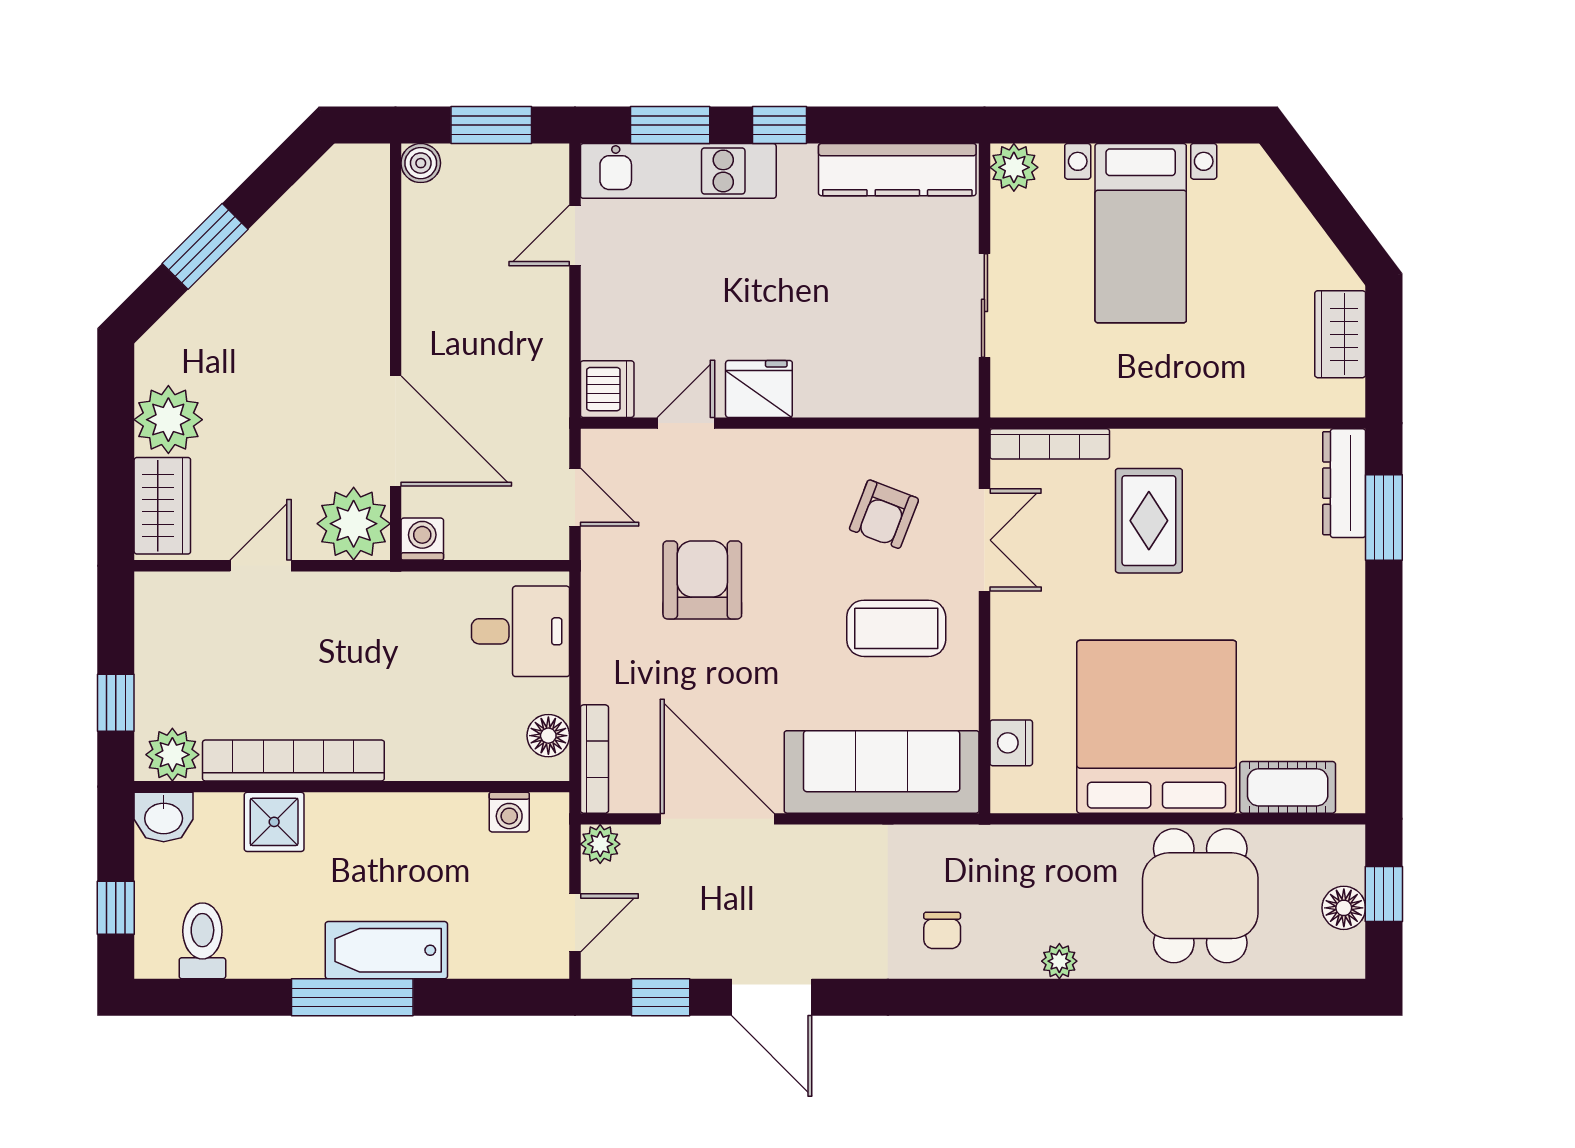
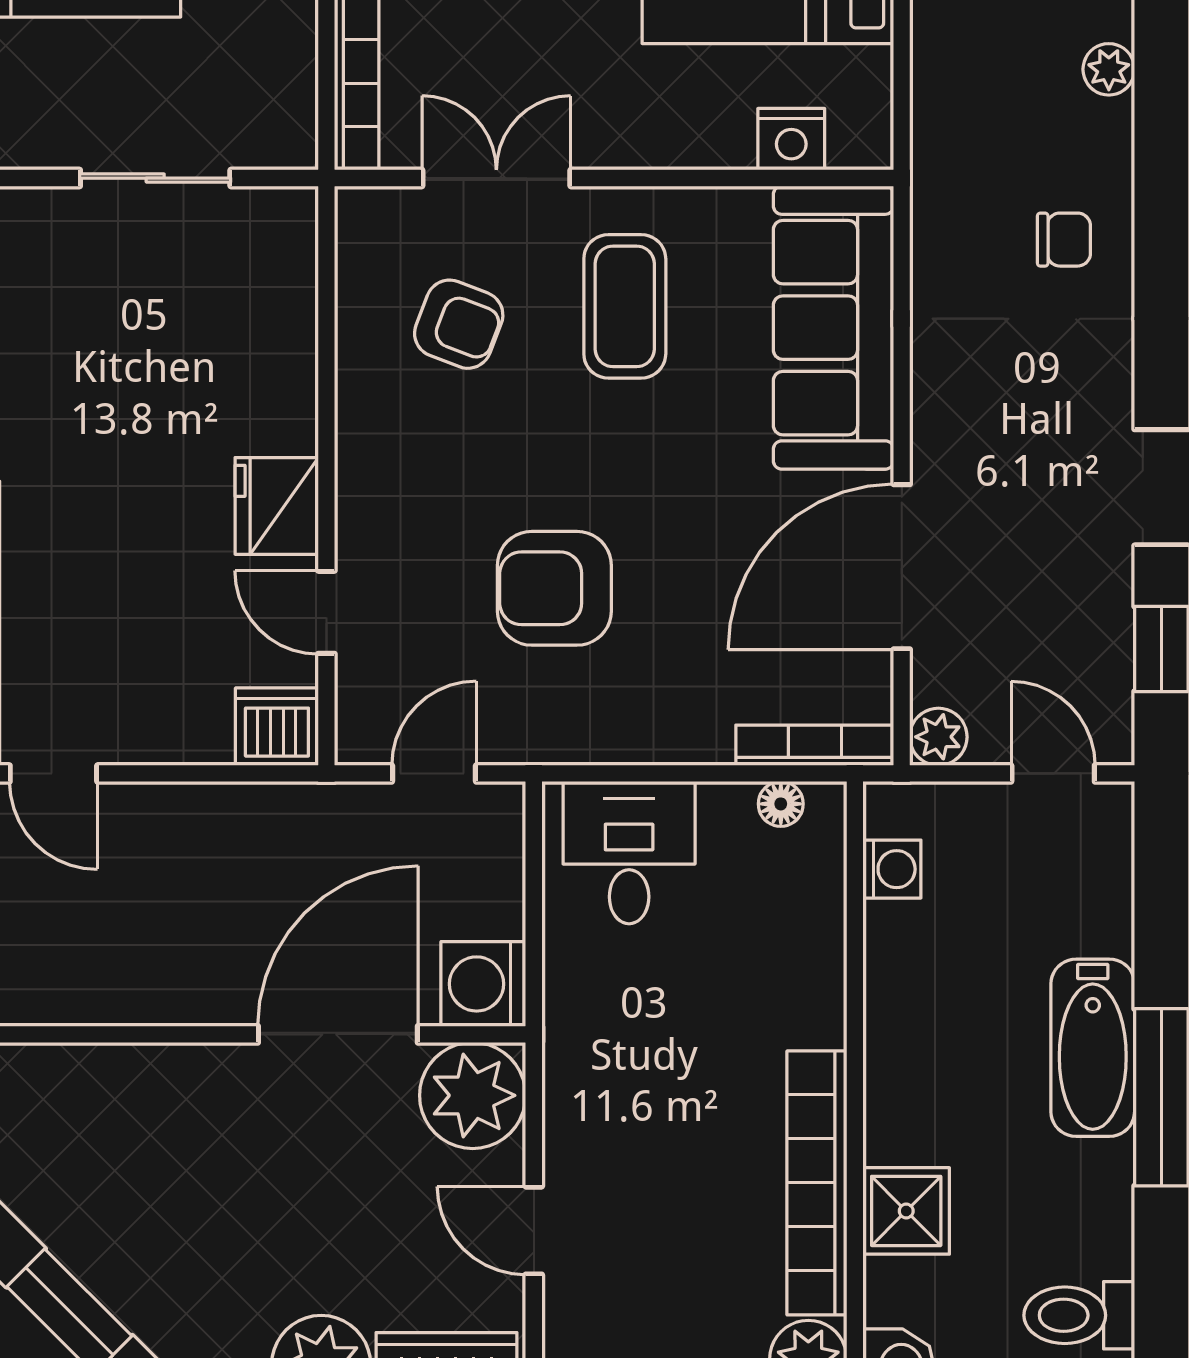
washing machine: (422, 539) -> (483, 984), width x1.38, depth x1.38
floor lamp: (548, 736) -> (781, 804), width x0.73, depth x0.73

